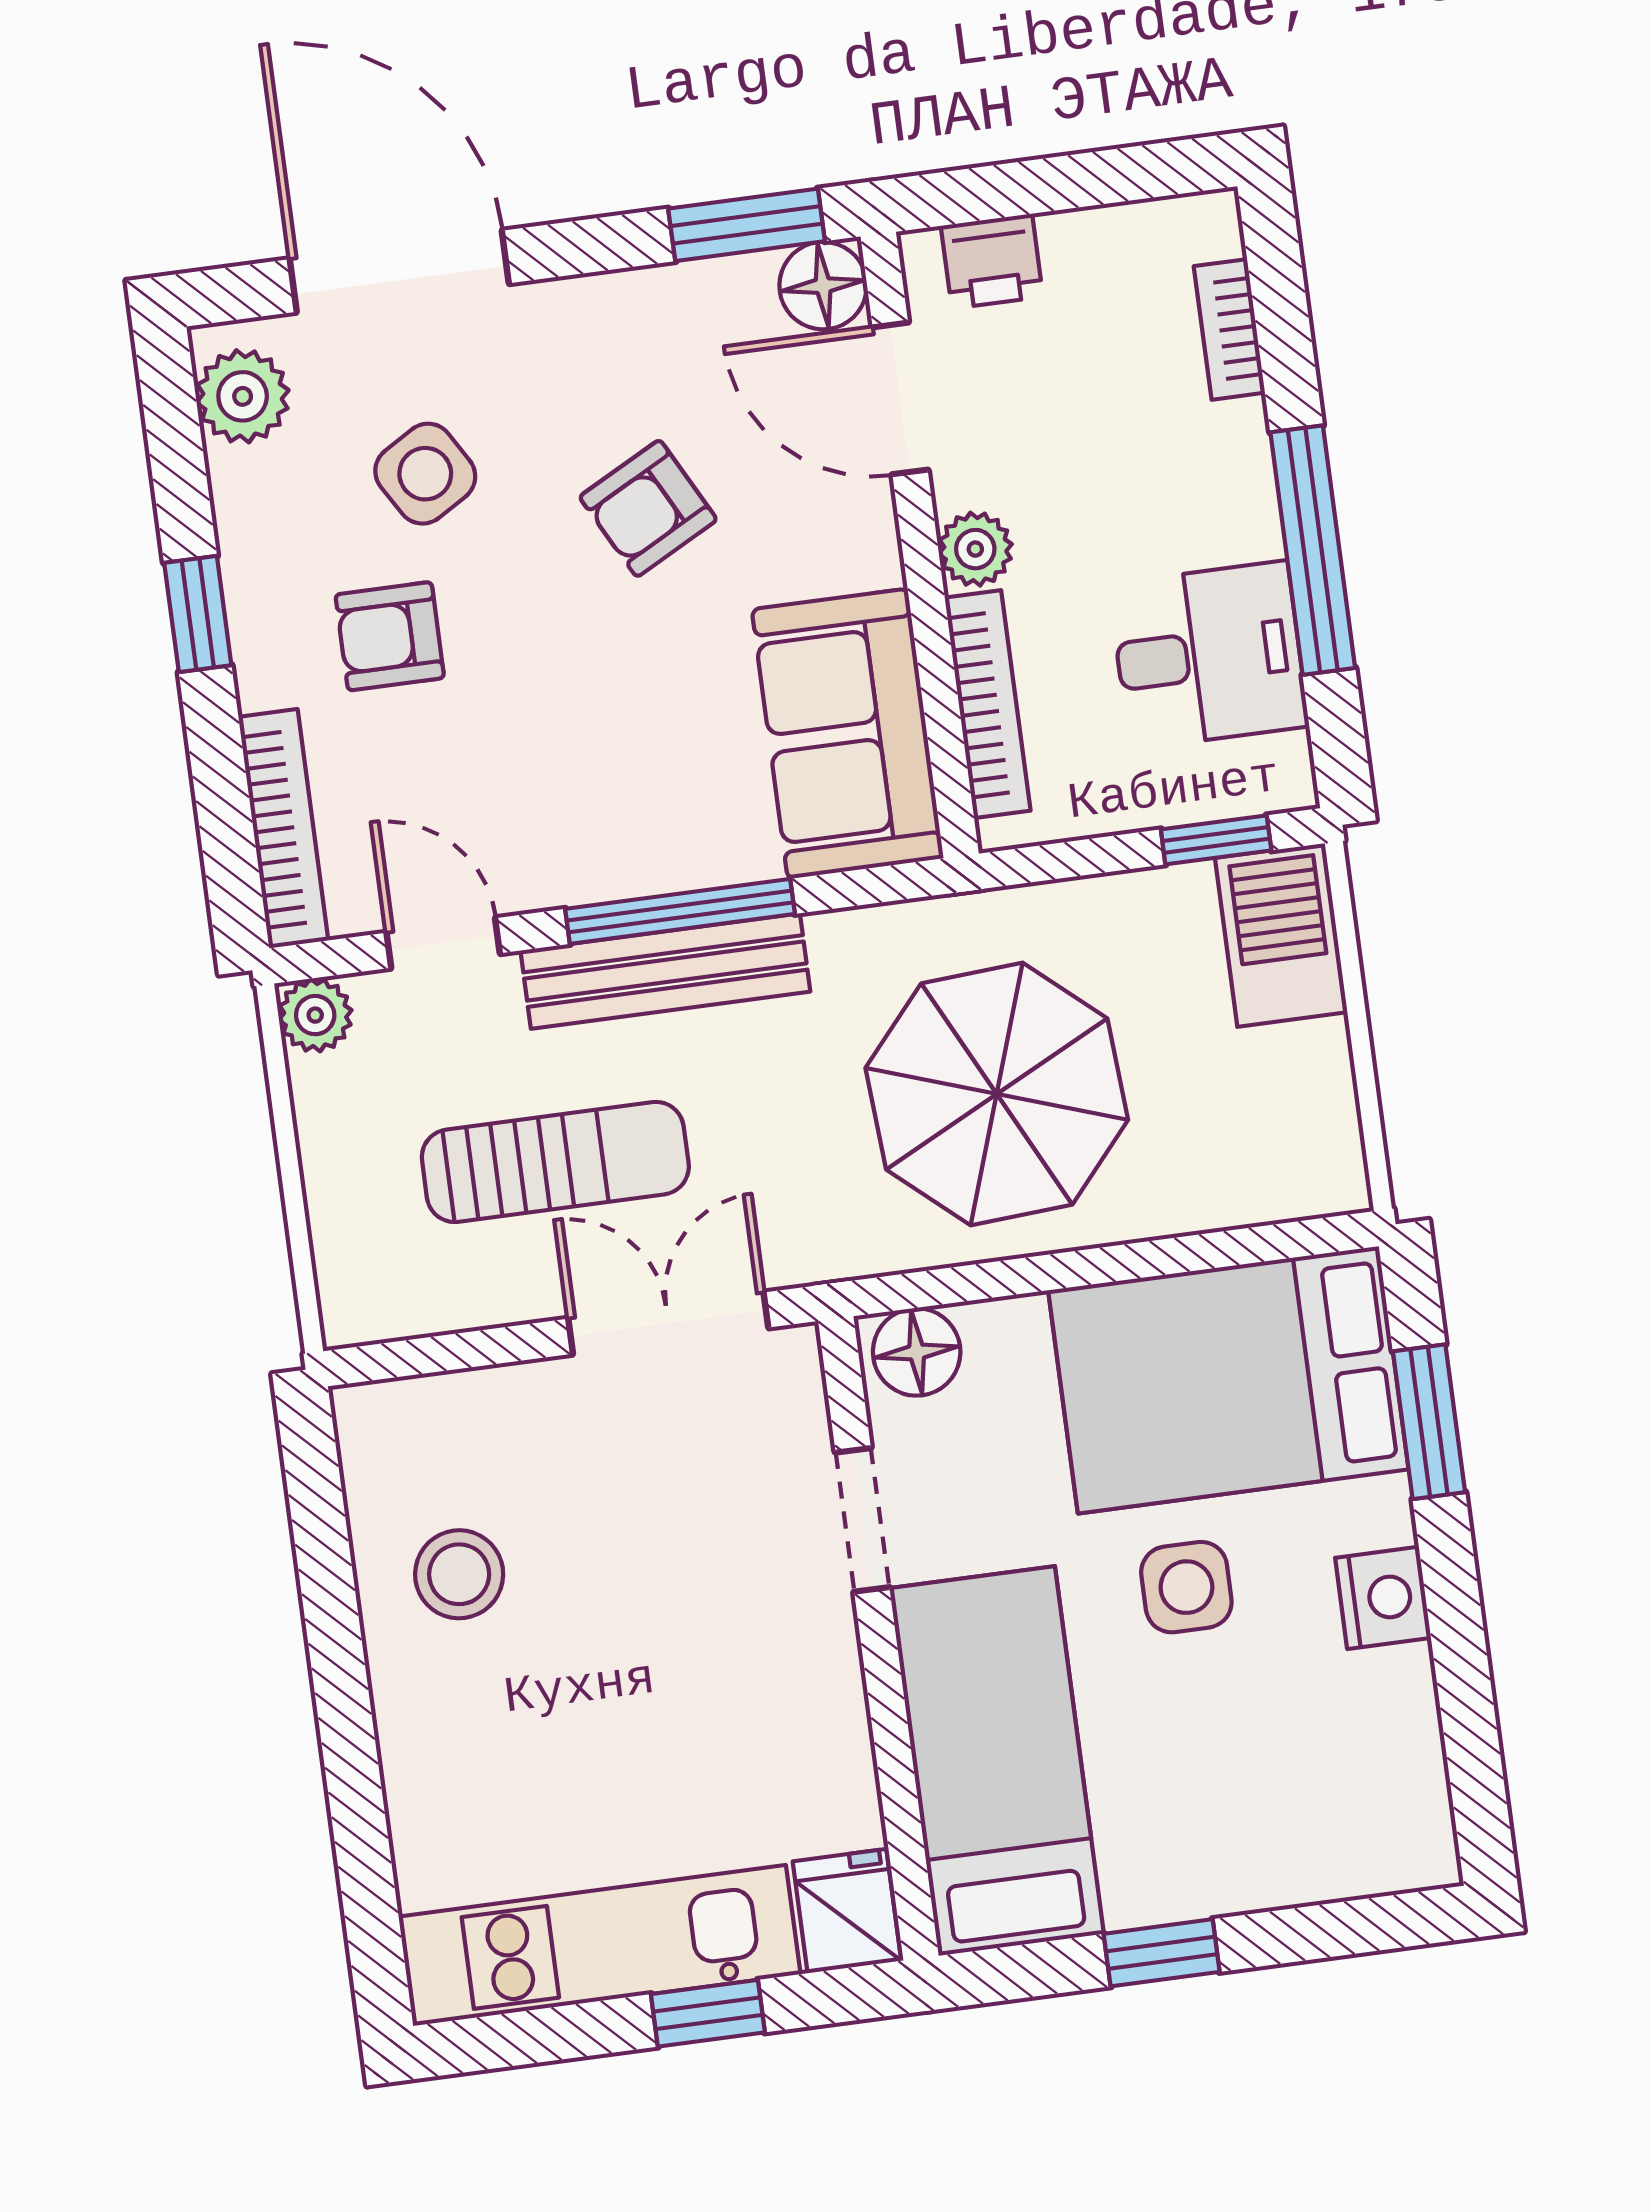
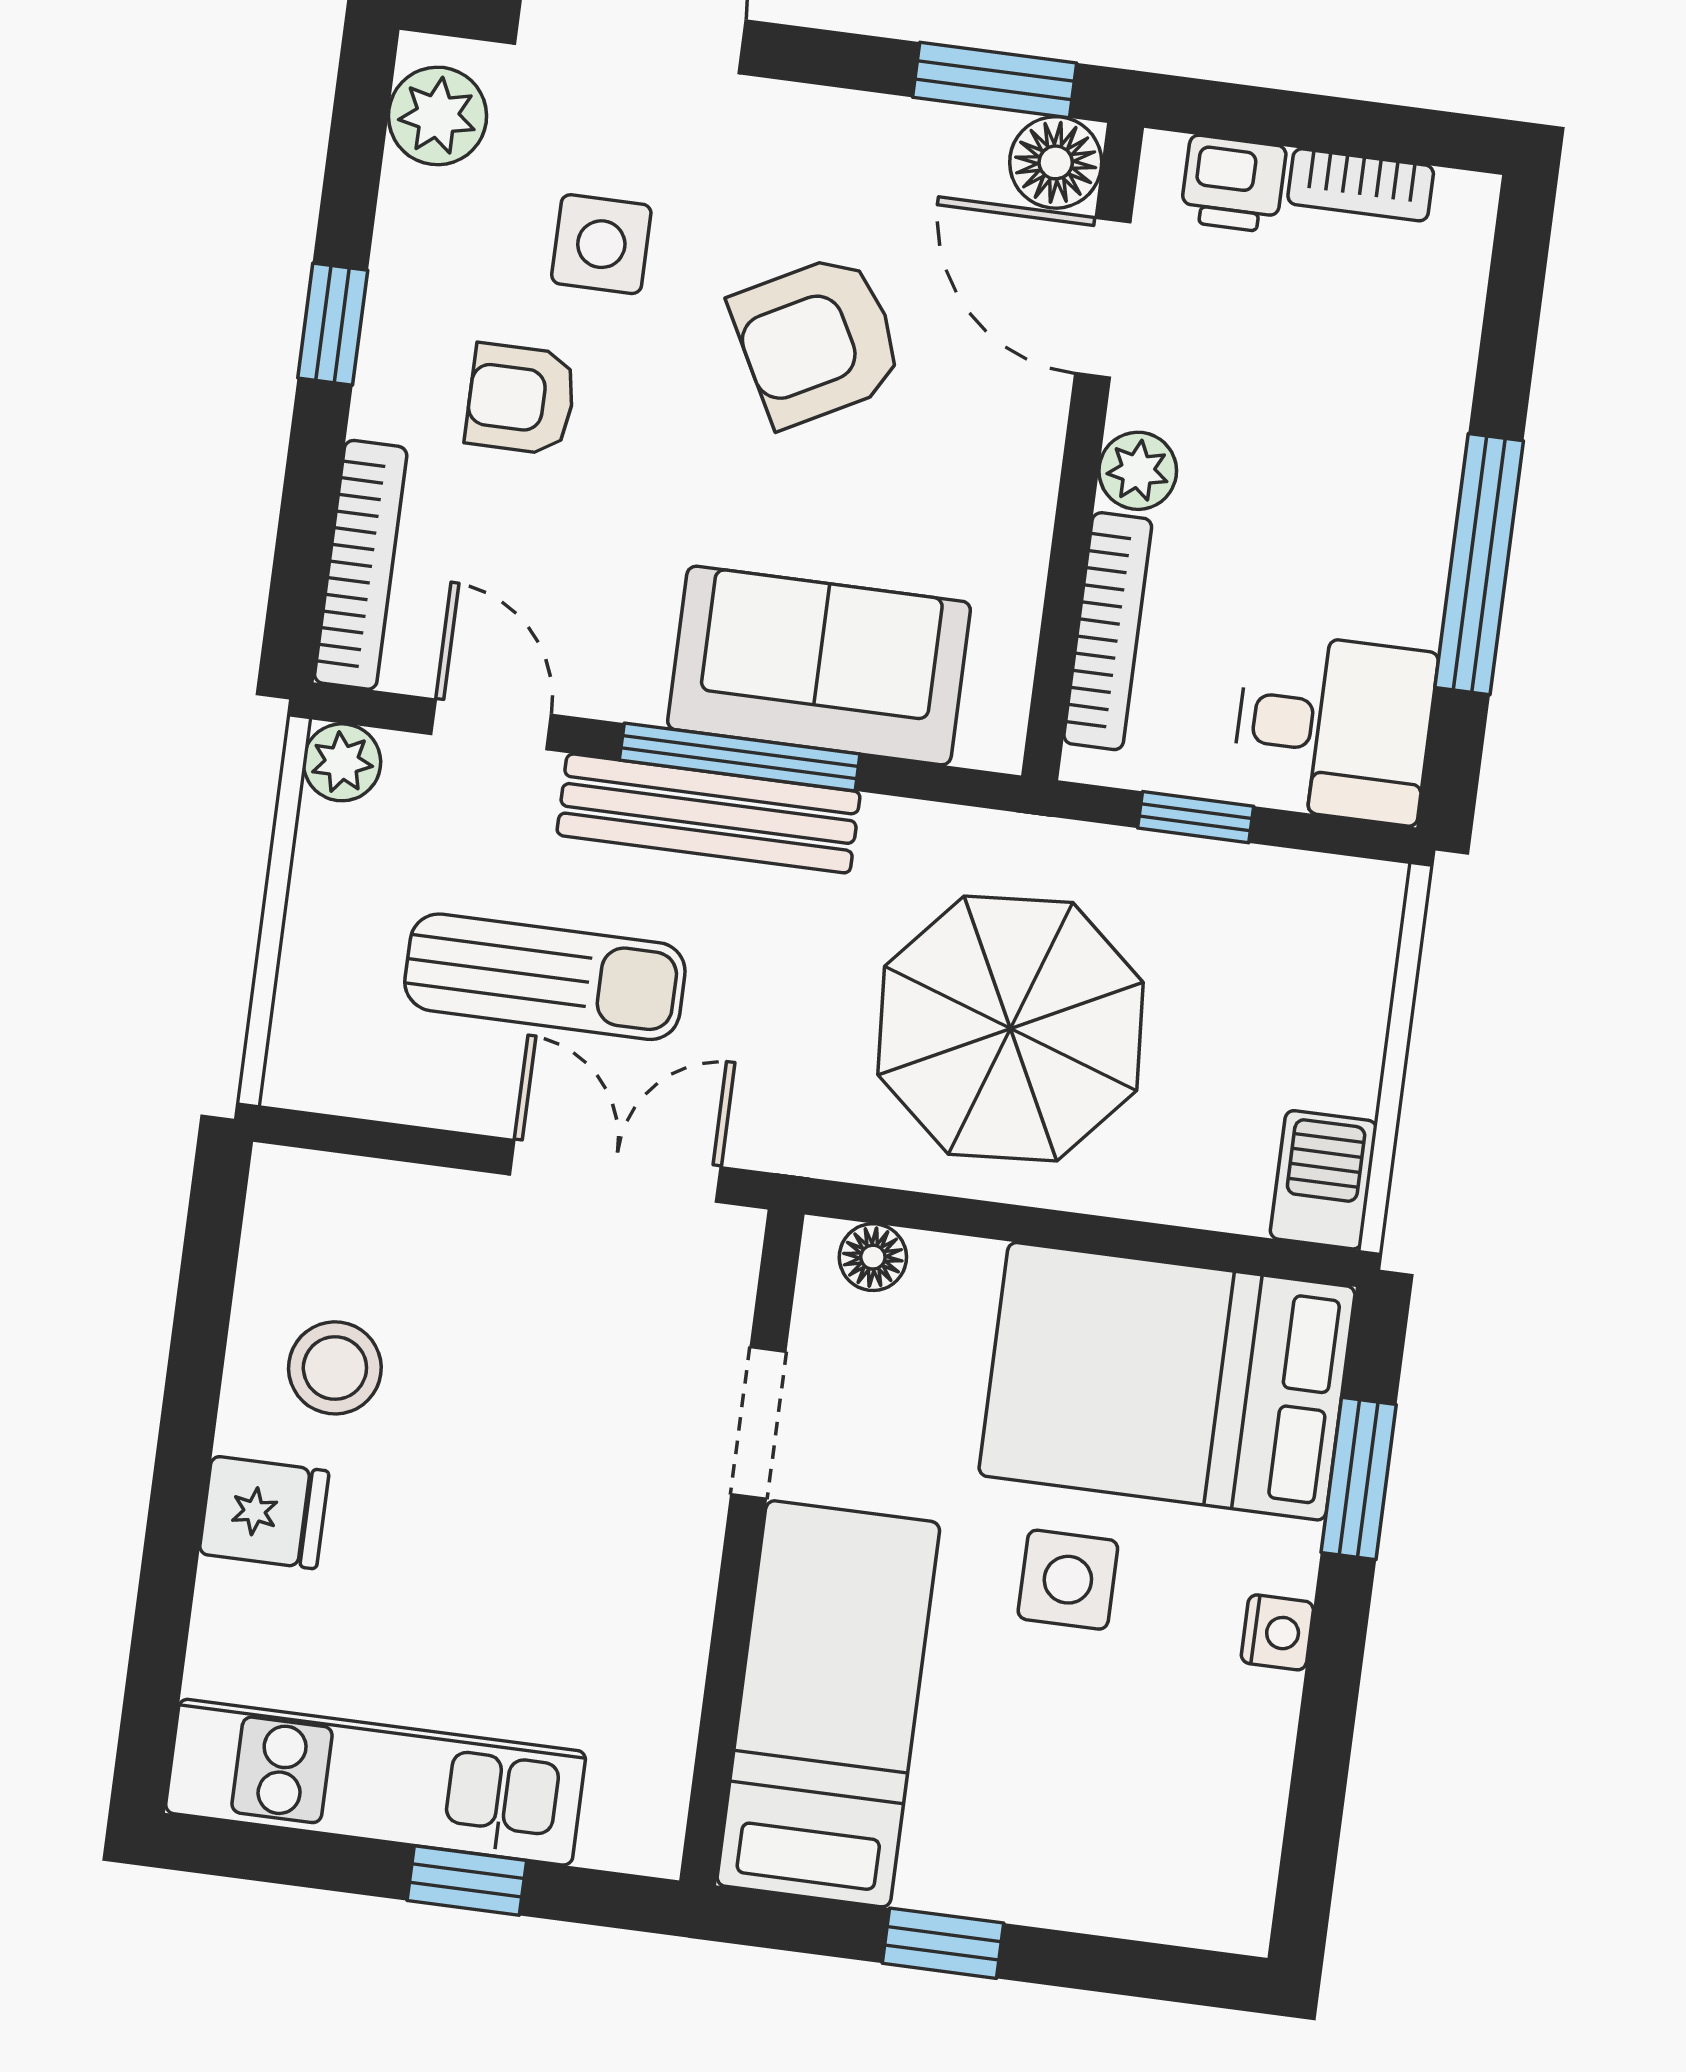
bookcase: (1229, 329) -> (1361, 185), moved, turned -90
side table: (425, 474) -> (601, 244), turned 31
armchair: (648, 508) -> (818, 340), width x1.38, depth x1.38
desk: (1209, 655) -> (1334, 728), moved
sofa: (848, 734) -> (819, 666), moved, turned 90
window: (1216, 840) -> (1196, 817), moved
barbecue: (1281, 935) -> (1323, 1180), moved, width x0.73, depth x0.79
floor lamp: (917, 1352) -> (873, 1257), width x0.73, depth x0.73
nightstand: (1383, 1598) -> (1277, 1632), width x0.72, depth x0.74
fridge: (847, 1911) -> (264, 1512), moved, turned 90

